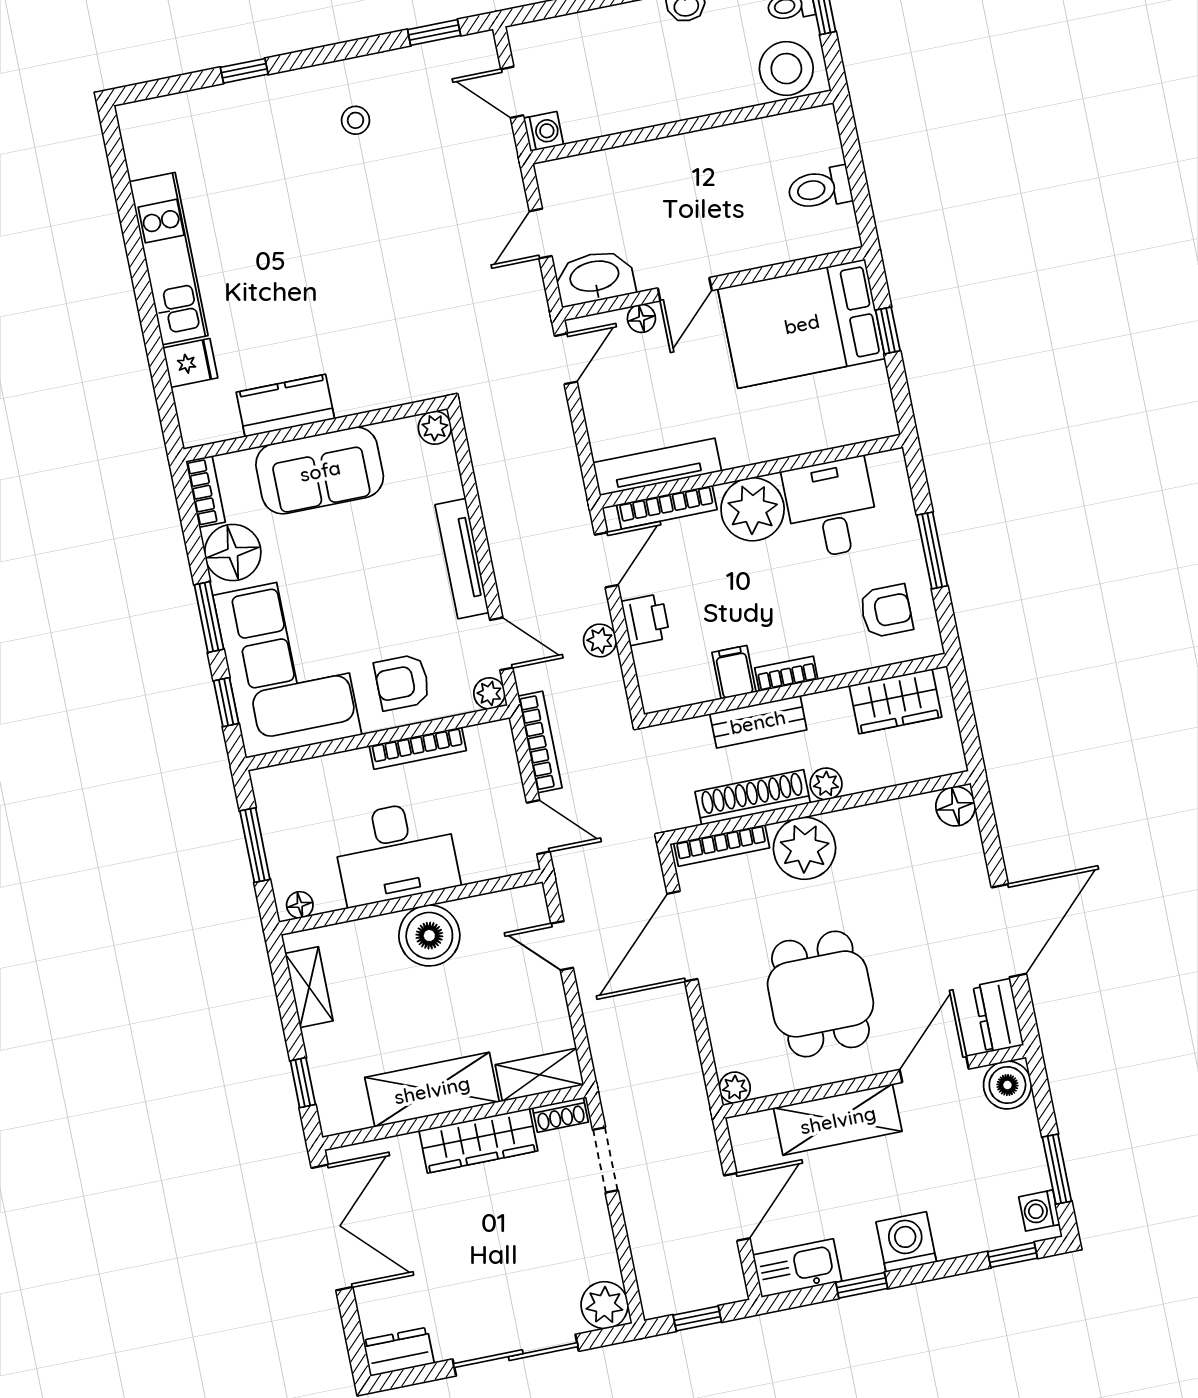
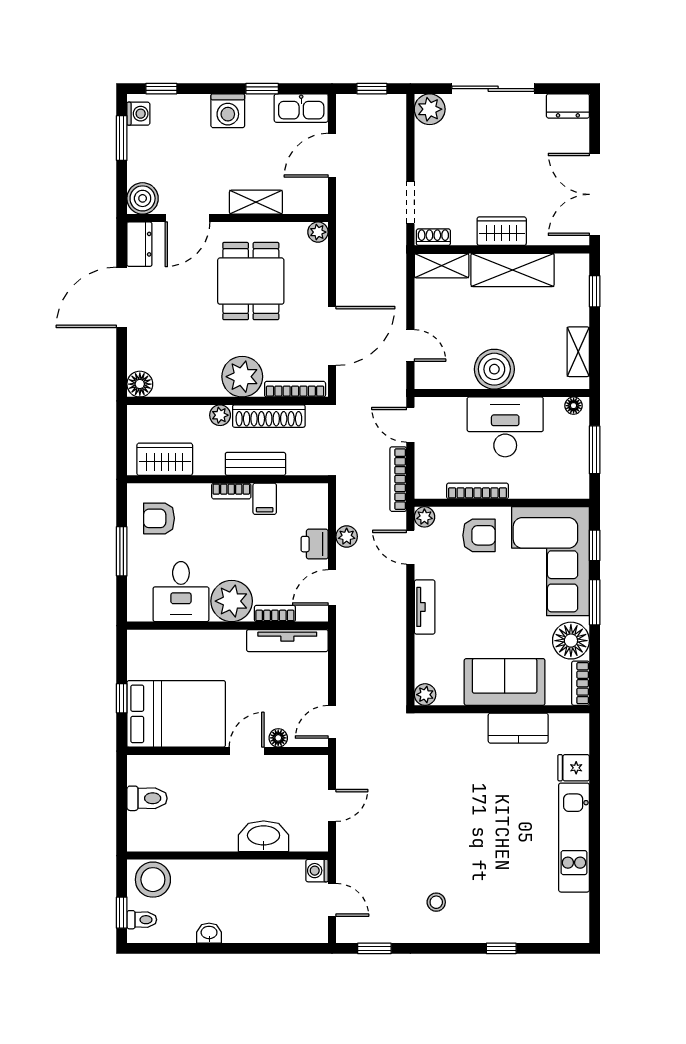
washbasin: (595, 277) -> (264, 836), moved, turned 180
bookcase: (667, 507) -> (275, 613), width x0.64
tv unit: (462, 559) -> (425, 607), width x0.71
shelving: (838, 1120) -> (256, 202), width x0.67, depth x0.75
wardrobe: (478, 1141) -> (502, 231), width x0.67

